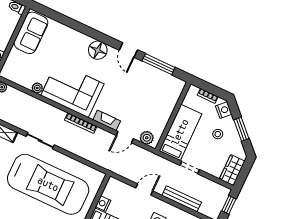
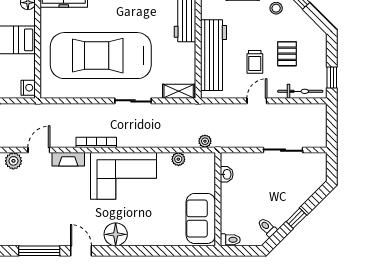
plant: (37, 88) -> (178, 159), moved
nightstand: (103, 204) -> (28, 88), moved

